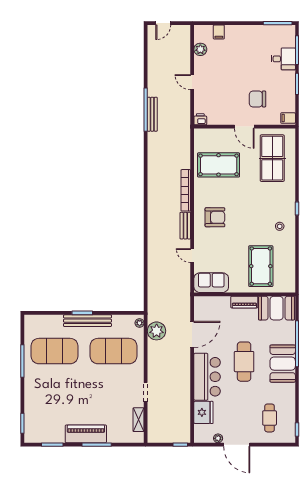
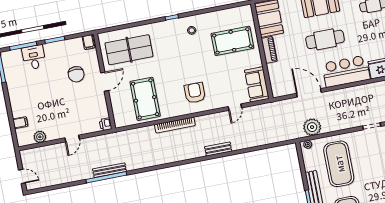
bench: (185, 226) -> (218, 149), moved

